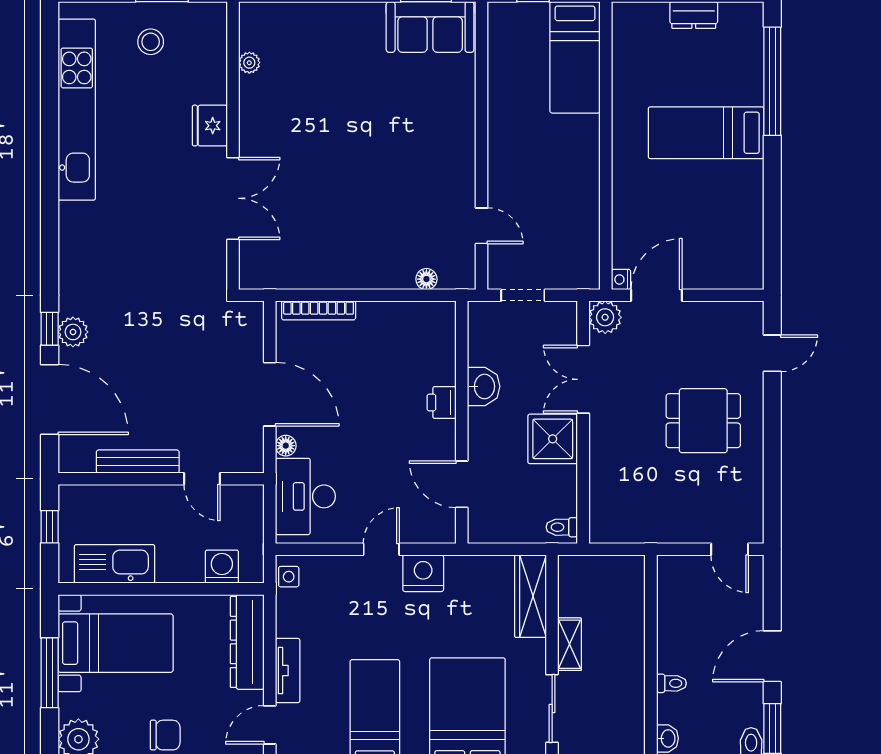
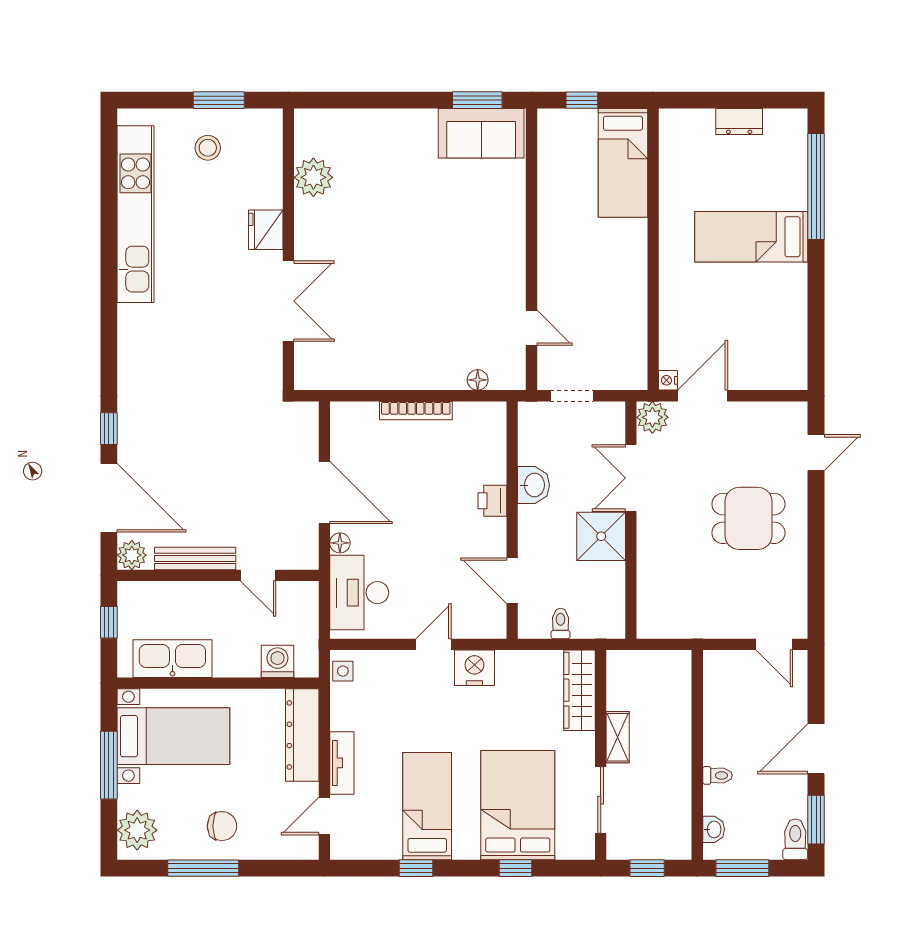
plant: (249, 63) -> (313, 177), width x1.88, depth x1.88
bookcase: (319, 310) -> (416, 411), moved
plant: (73, 332) -> (132, 555), moved
toilet: (562, 527) -> (561, 624), moved, turned 90

